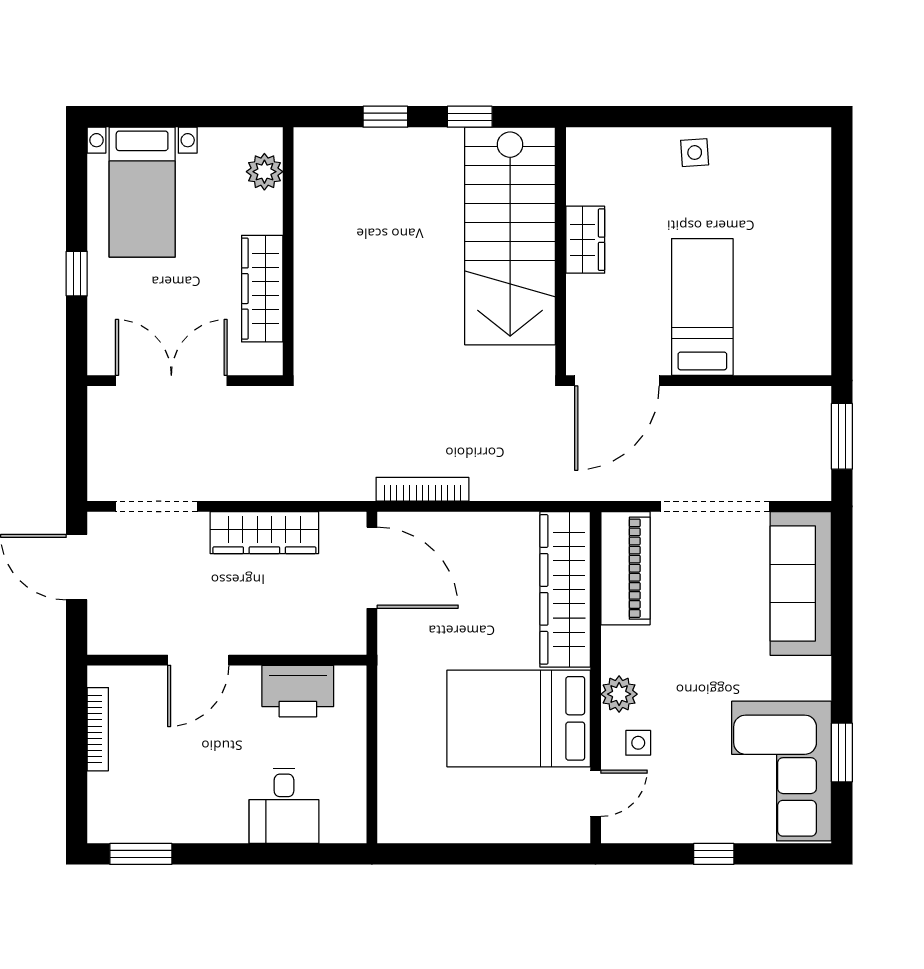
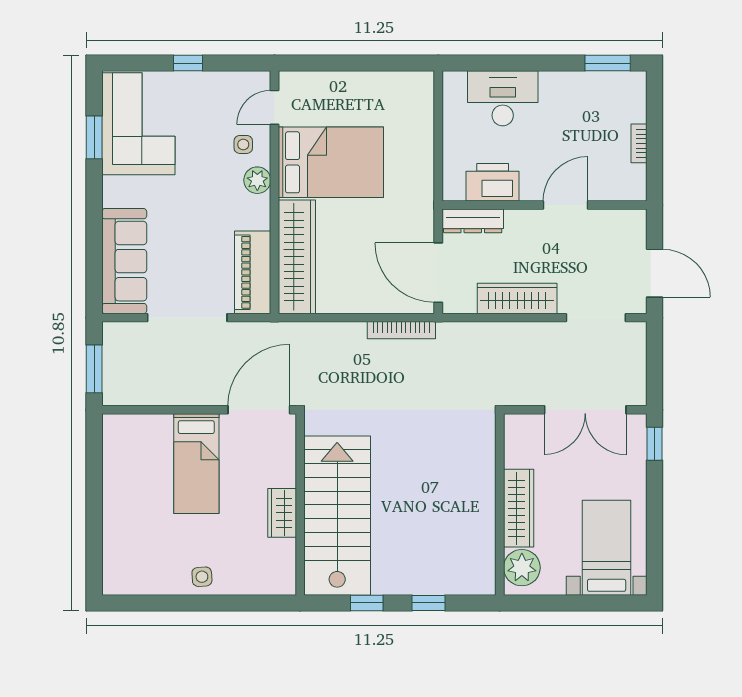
plant: (264, 172) -> (522, 568), width x1.36, depth x1.36
window: (77, 274) -> (654, 444), moved
wardrobe: (262, 289) -> (519, 508), moved
dresser: (325, 638) -> (473, 221), added
bookcase: (98, 729) -> (639, 143), width x0.64
desk: (284, 806) -> (503, 98), width x1.37

